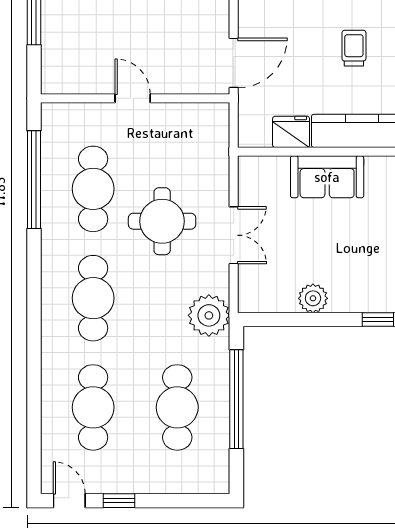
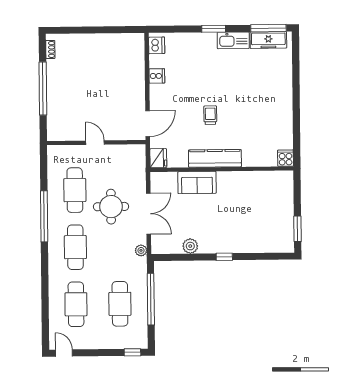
fridge: (291, 132) -> (158, 158), moved, turned 90
window: (34, 180) -> (44, 216), moved
double door: (234, 235) -> (148, 214), width x1.37
plant: (209, 315) -> (141, 250), width x0.53, depth x0.53
window: (119, 501) -> (132, 352), moved

